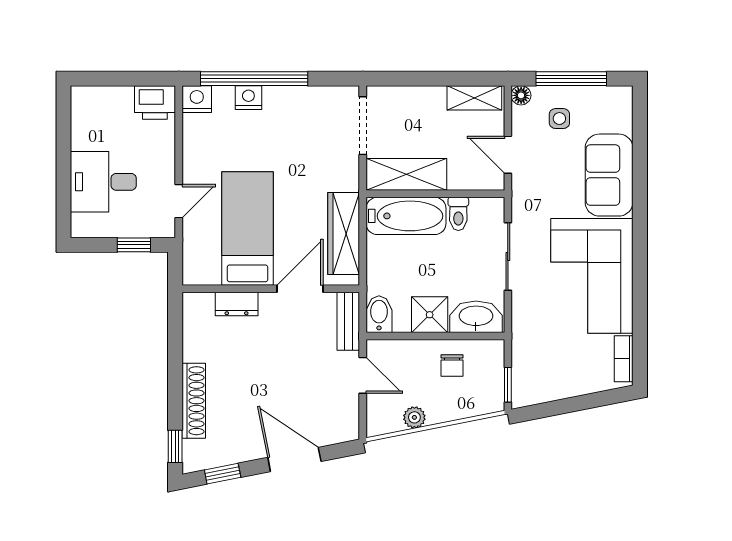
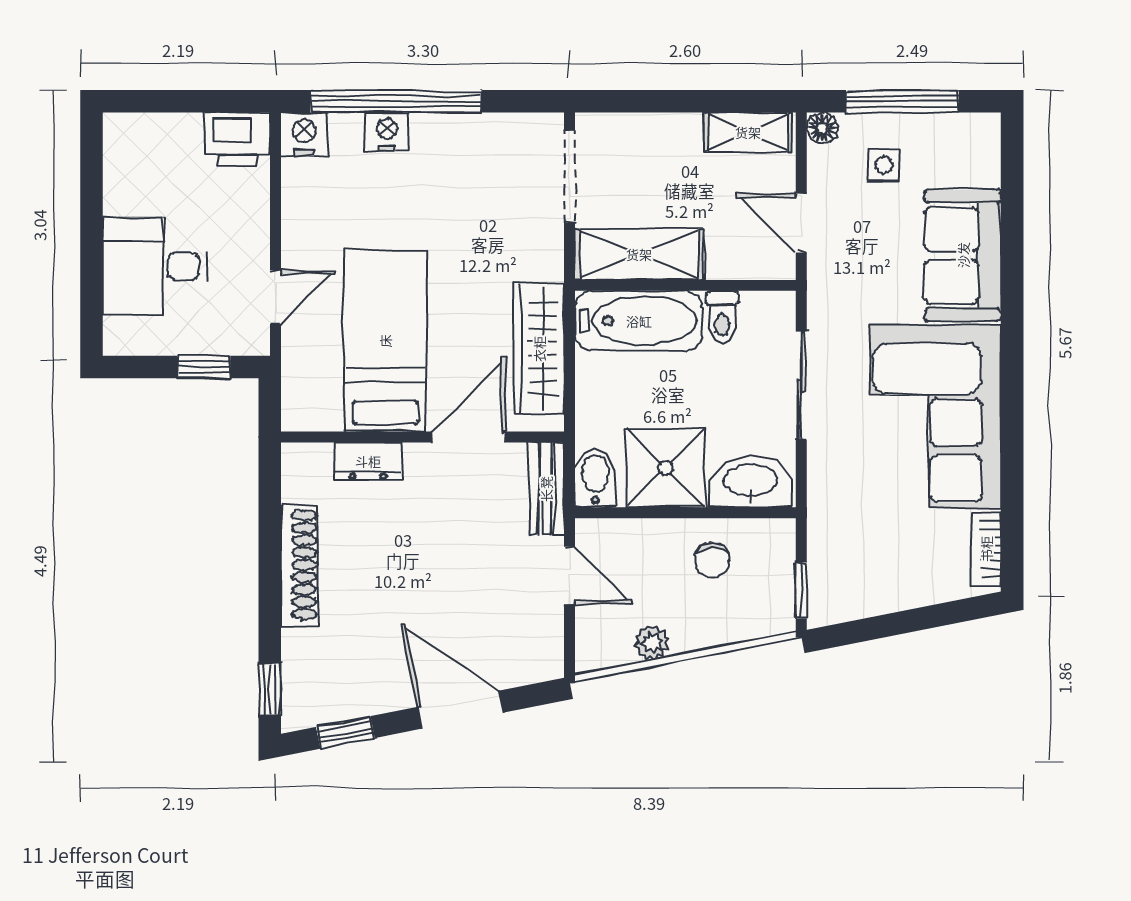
shower: (430, 315) -> (666, 468), width x1.36, depth x1.36
shoe rack: (194, 401) -> (299, 565), moved

